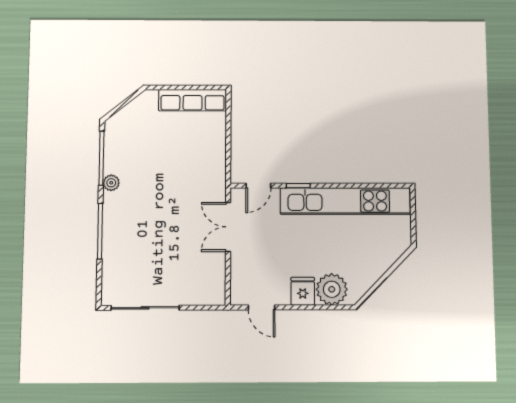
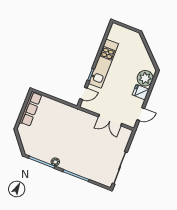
door: (258, 186) -> (83, 93), hinge flipped
kitchen unit: (345, 201) -> (103, 64), width x0.73
double door: (228, 227) -> (110, 120), moved

